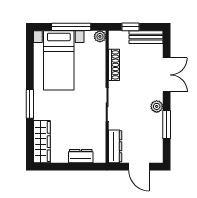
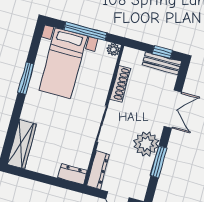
window: (130, 27) -> (162, 52), moved
window: (30, 104) -> (26, 78), moved
plant: (157, 106) -> (146, 144), width x1.88, depth x1.88
dresser: (81, 156) -> (73, 174), moved

